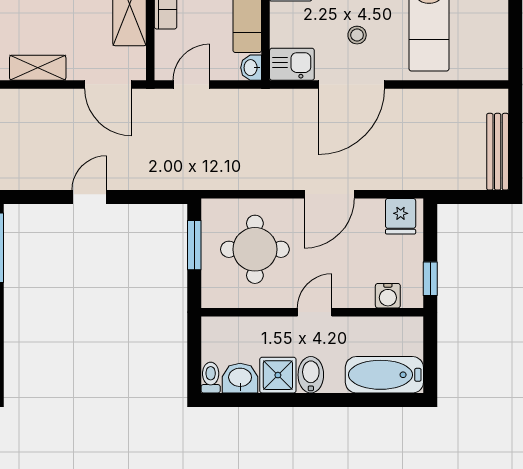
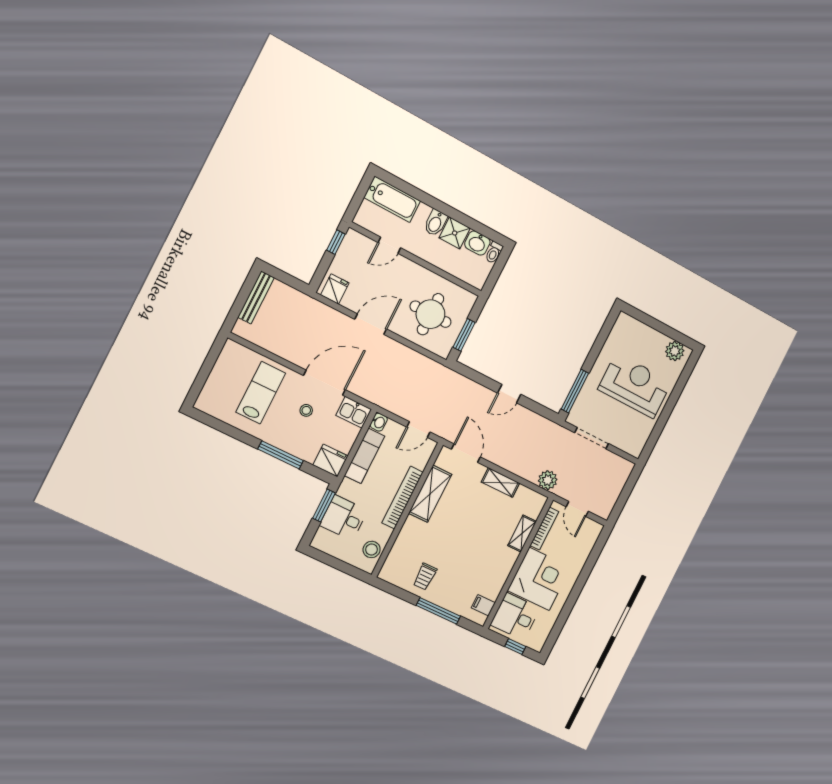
water cooler: (388, 296) -> (366, 245), removed
door: (315, 312) -> (389, 245), moved

